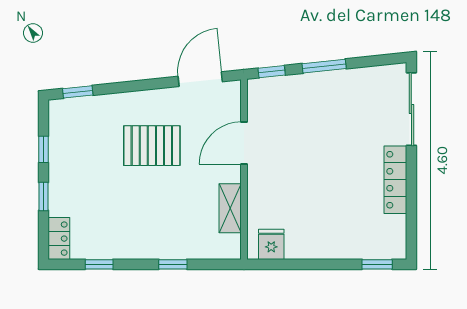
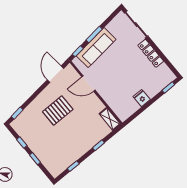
sofa: (309, 92) -> (96, 48), added
door: (244, 143) -> (88, 84), hinge flipped
shelving: (230, 208) -> (110, 119), moved
locker: (59, 239) -> (52, 169), removed
fridge: (271, 244) -> (142, 98), moved

